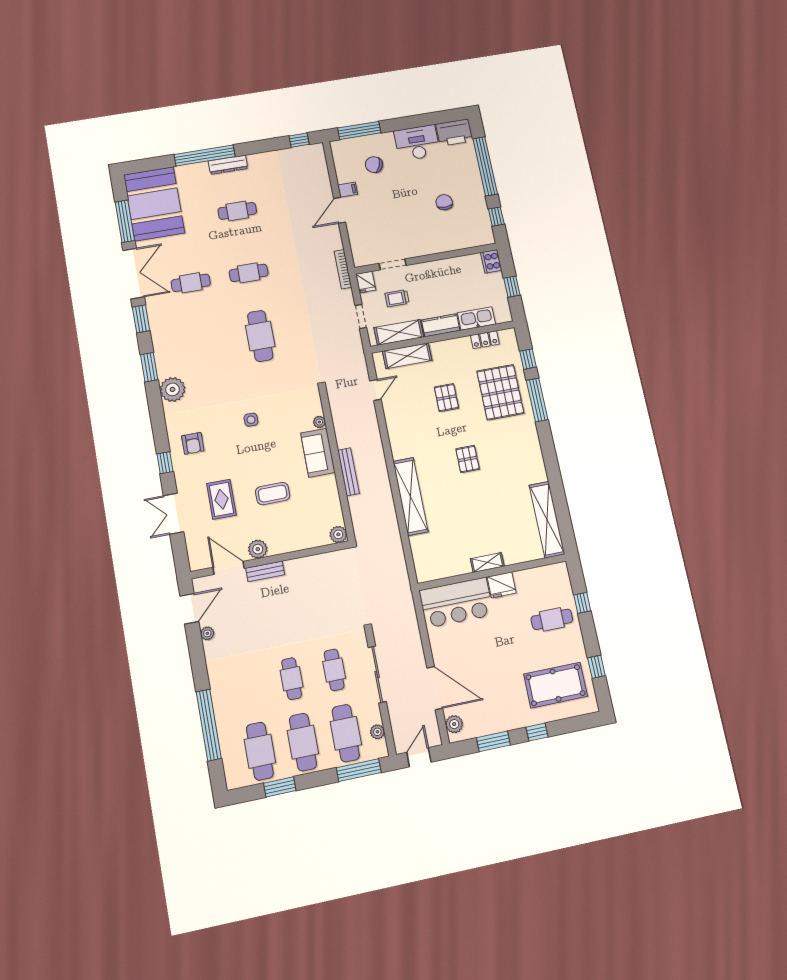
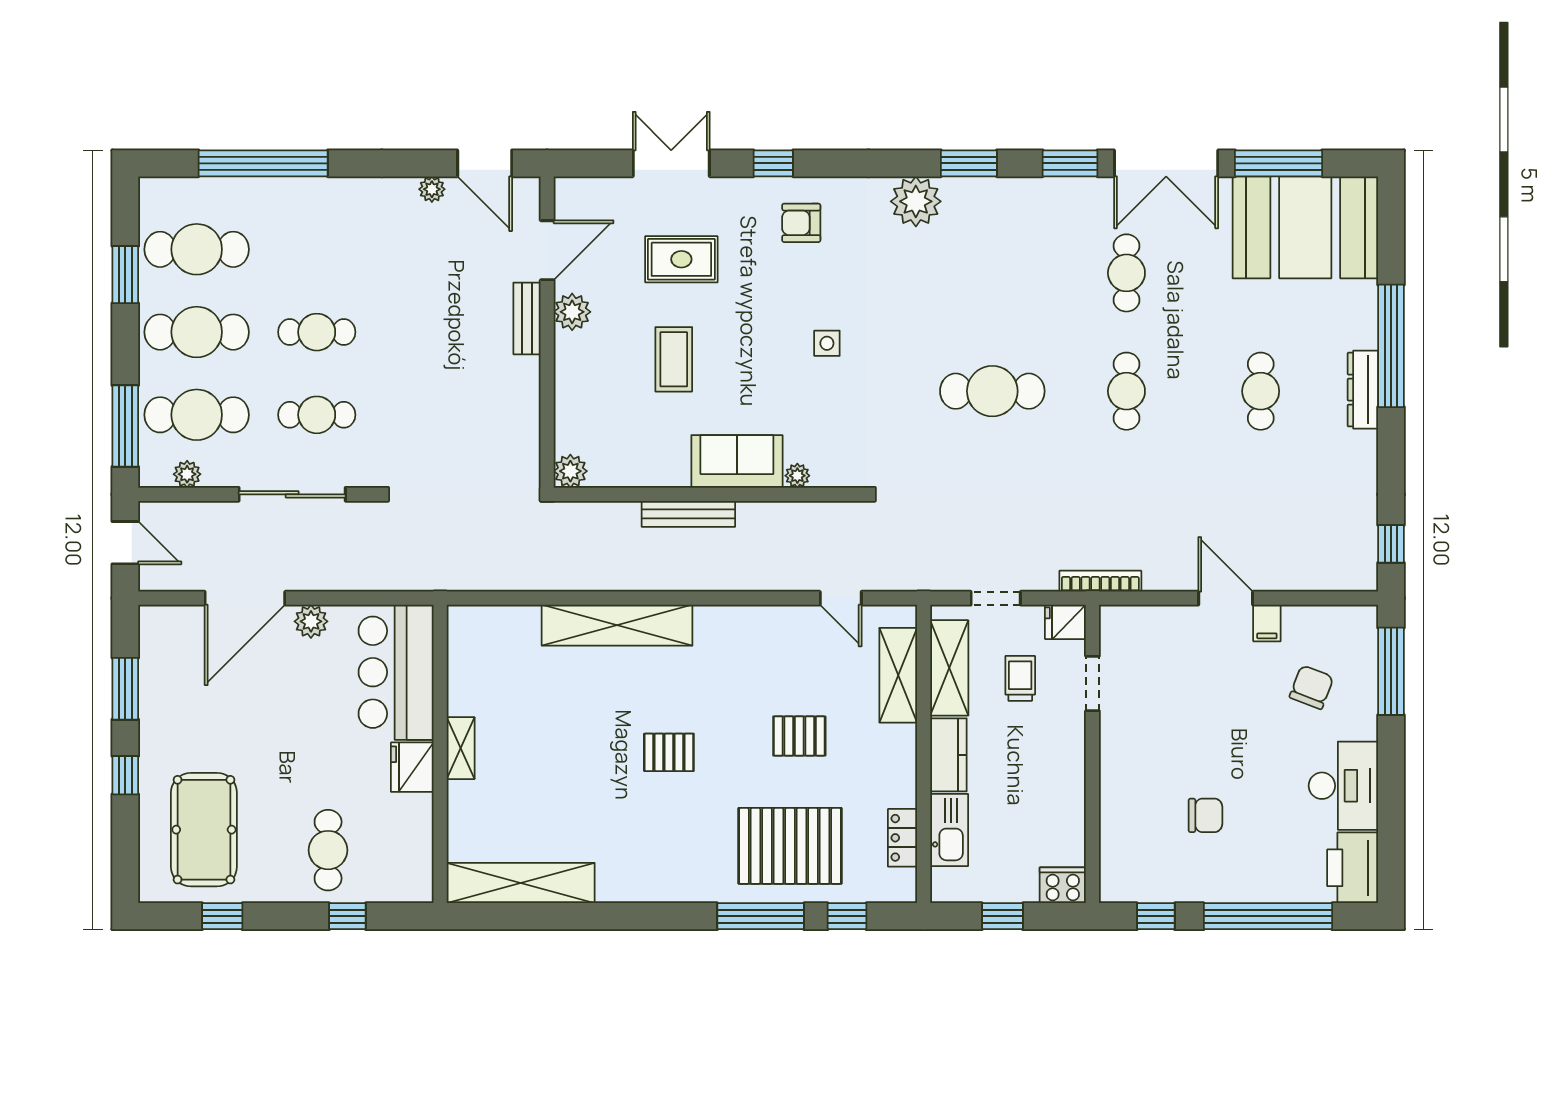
plant: (454, 724) -> (311, 621), moved

